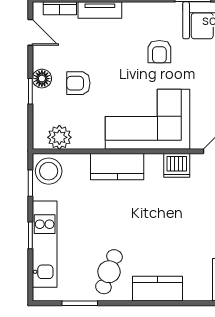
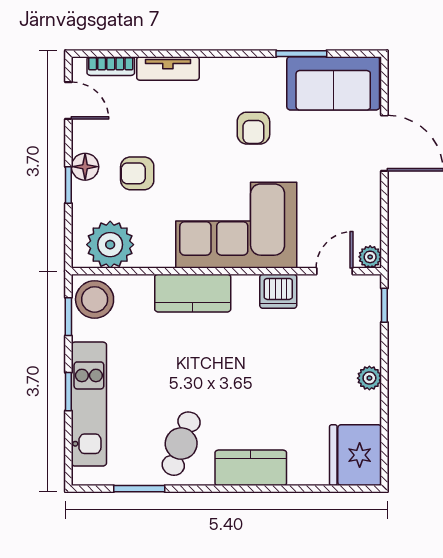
plant: (59, 137) -> (110, 245), width x1.36, depth x1.36

